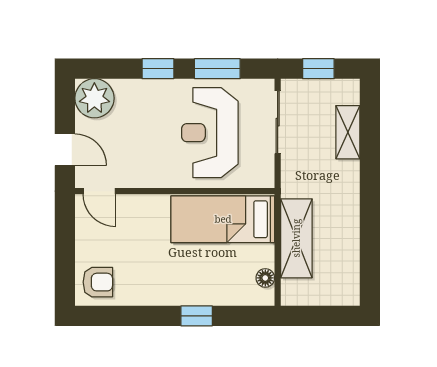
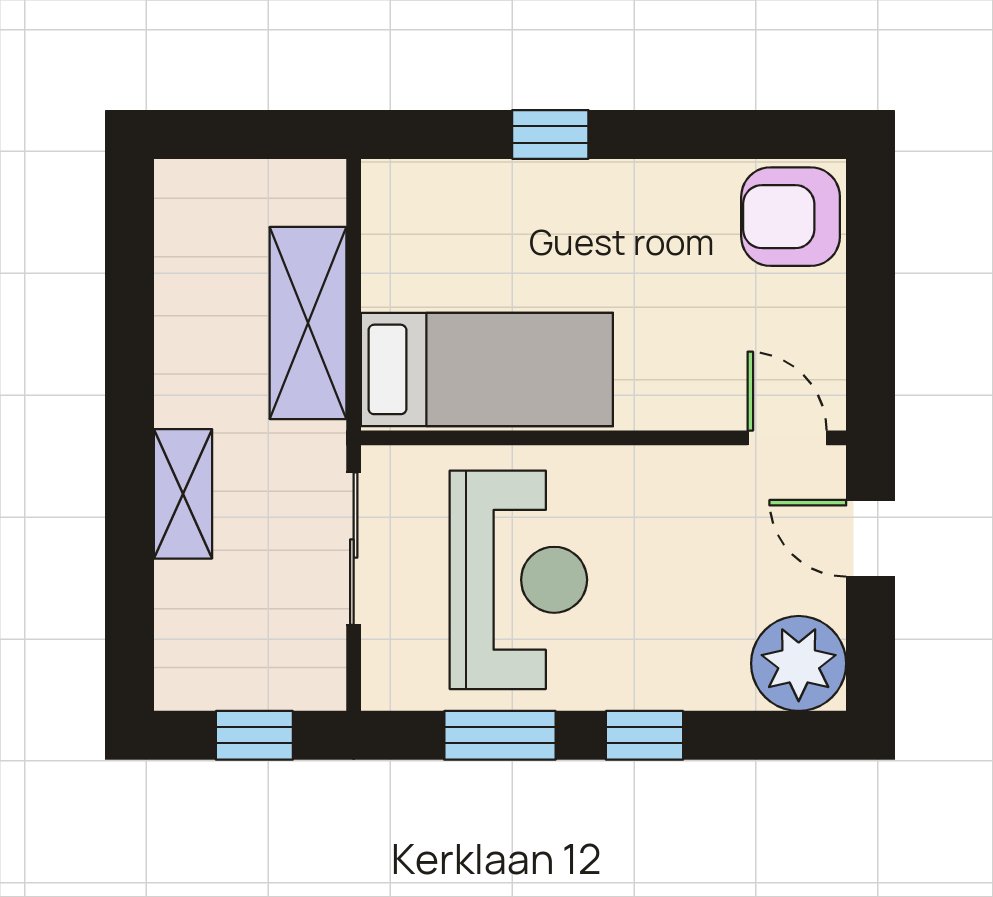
sliding door: (278, 122) -> (354, 549), moved
shelving: (348, 132) -> (183, 494), moved
floor lamp: (265, 278) -> (383, 227), removed
armchair: (98, 282) -> (791, 217), width x1.38, depth x1.38

